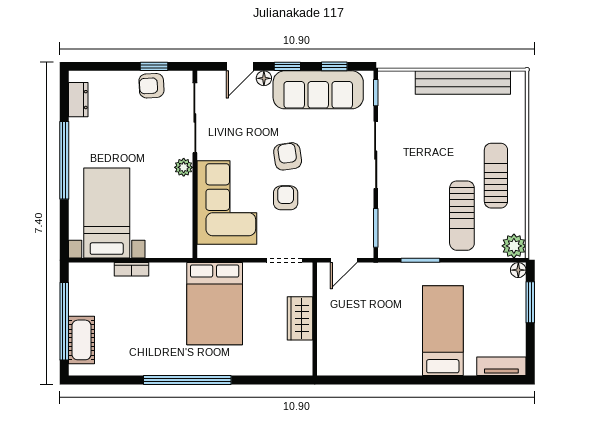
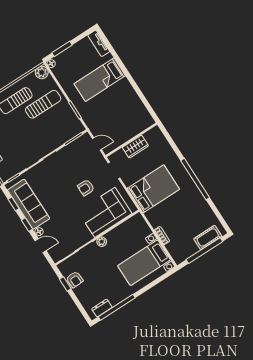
armchair: (288, 156) -> (67, 199), removed
window: (64, 160) -> (117, 307), moved

